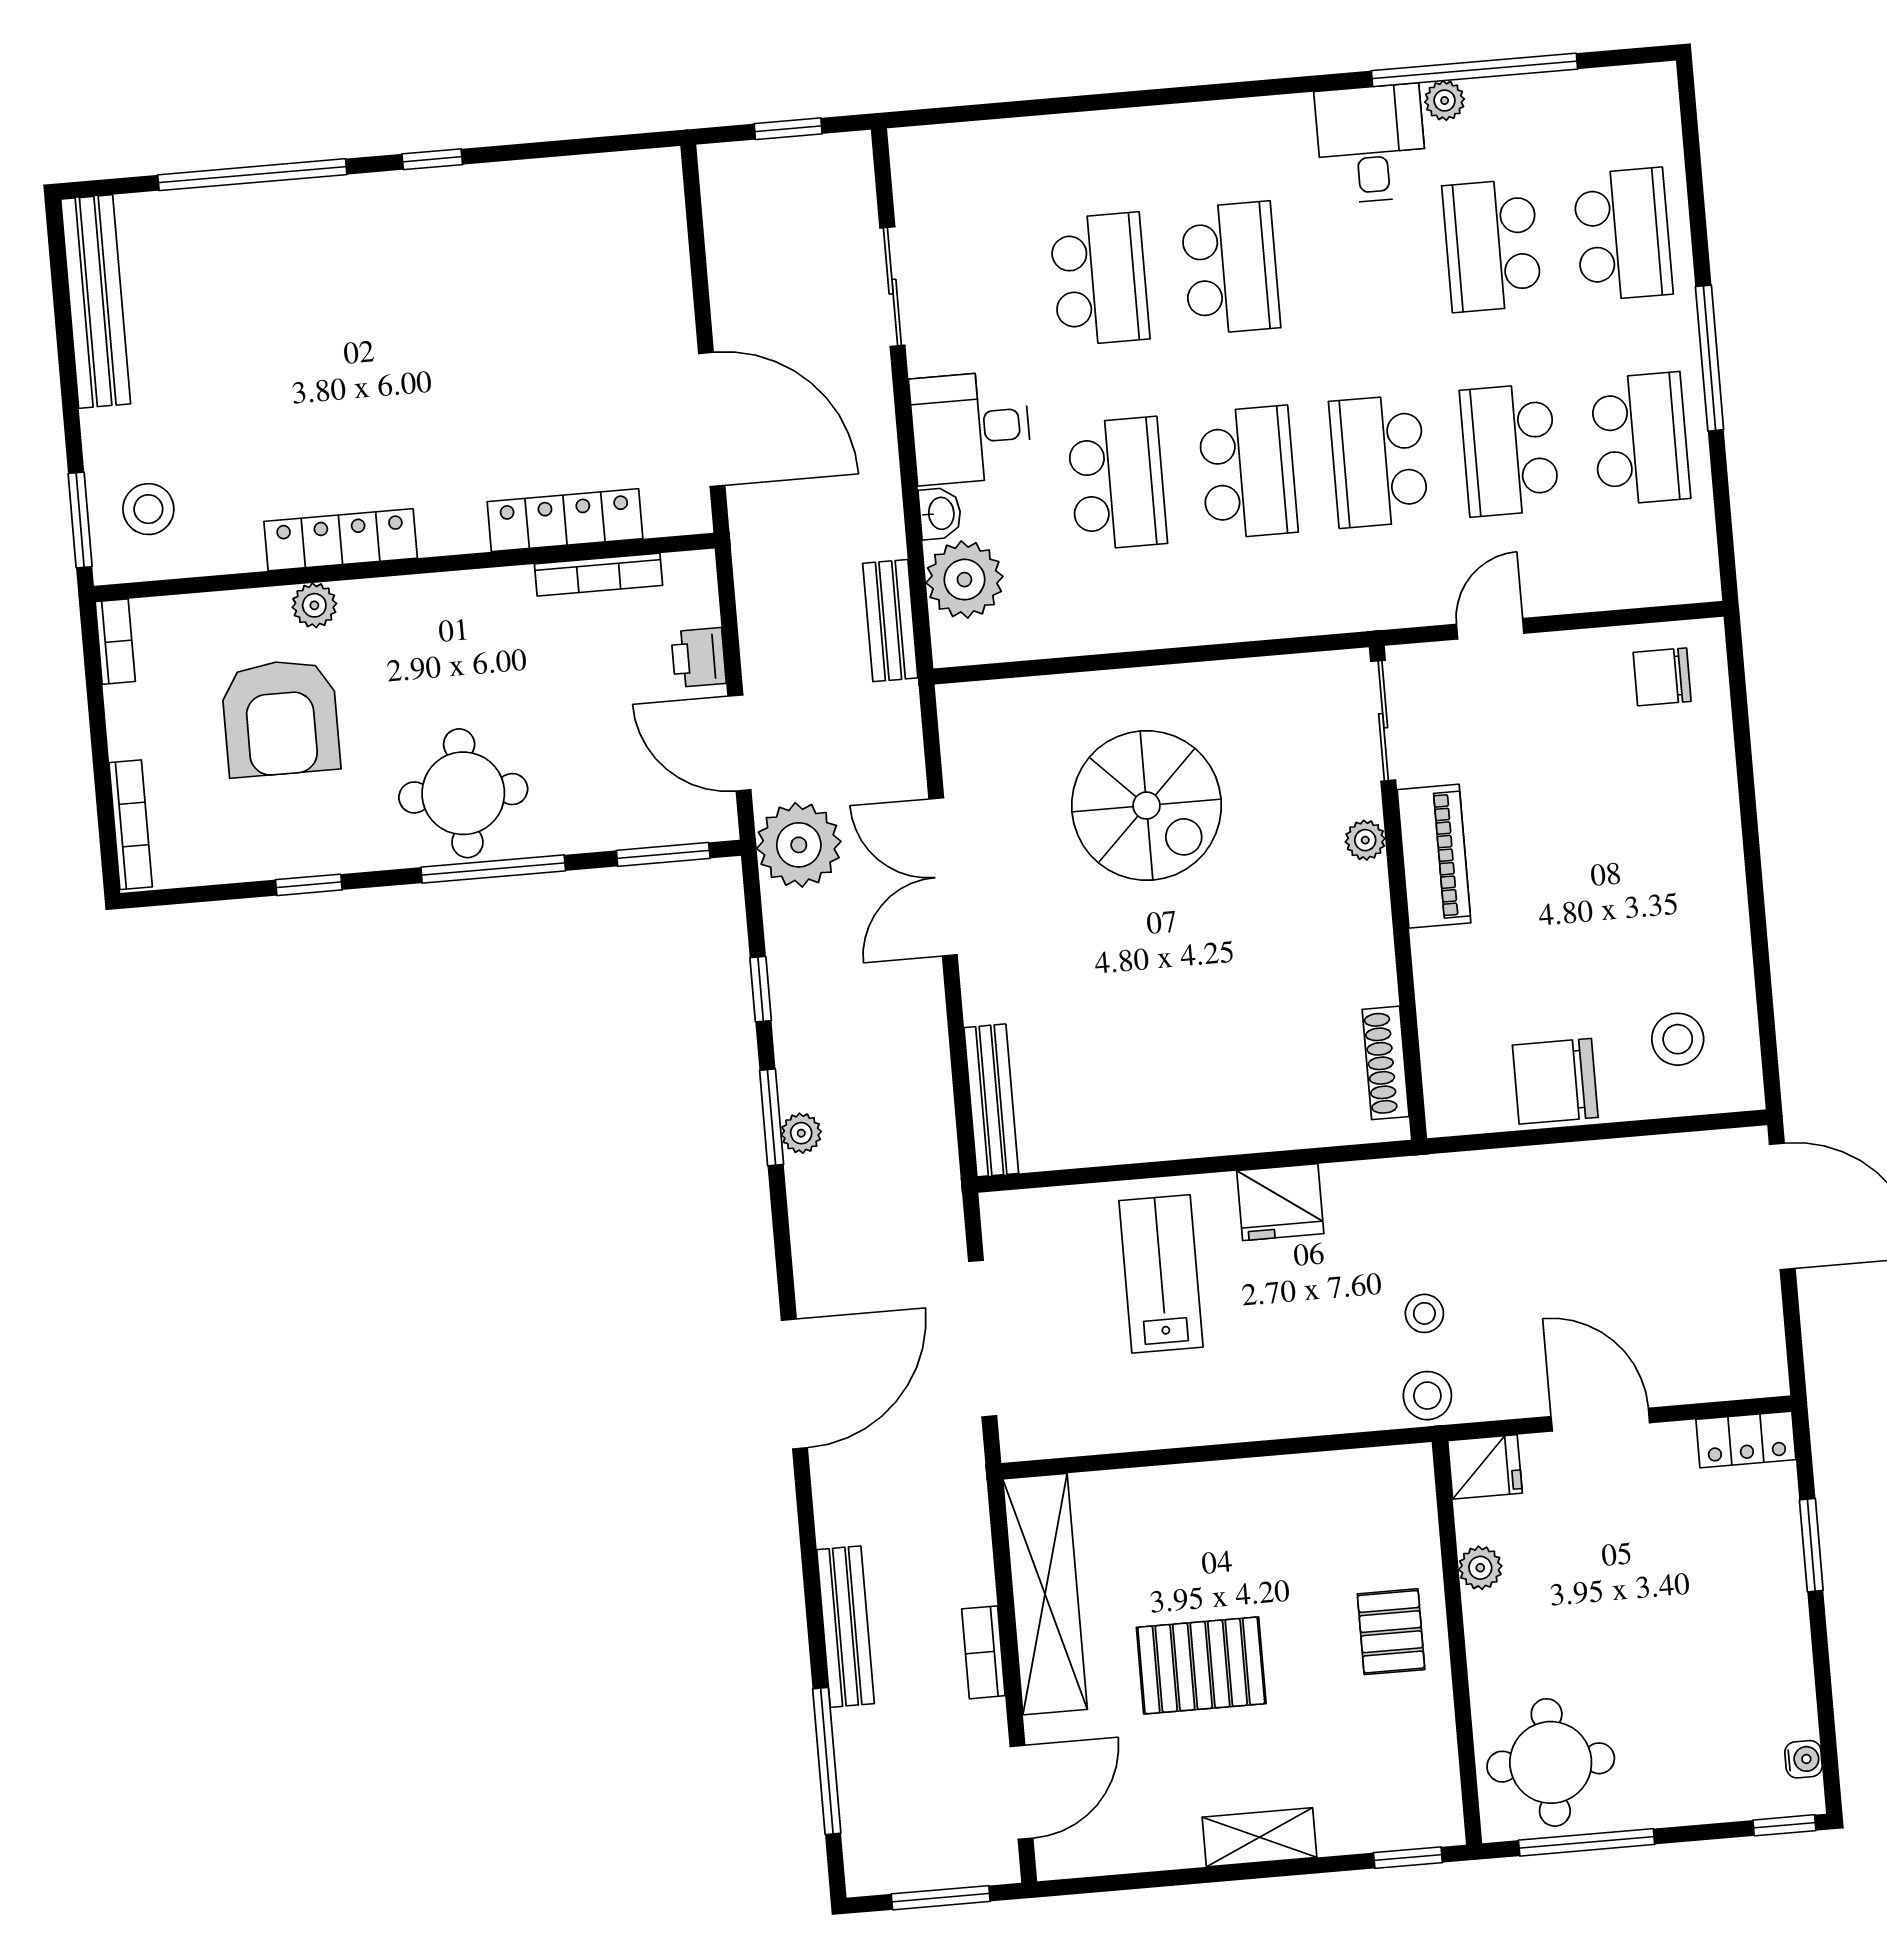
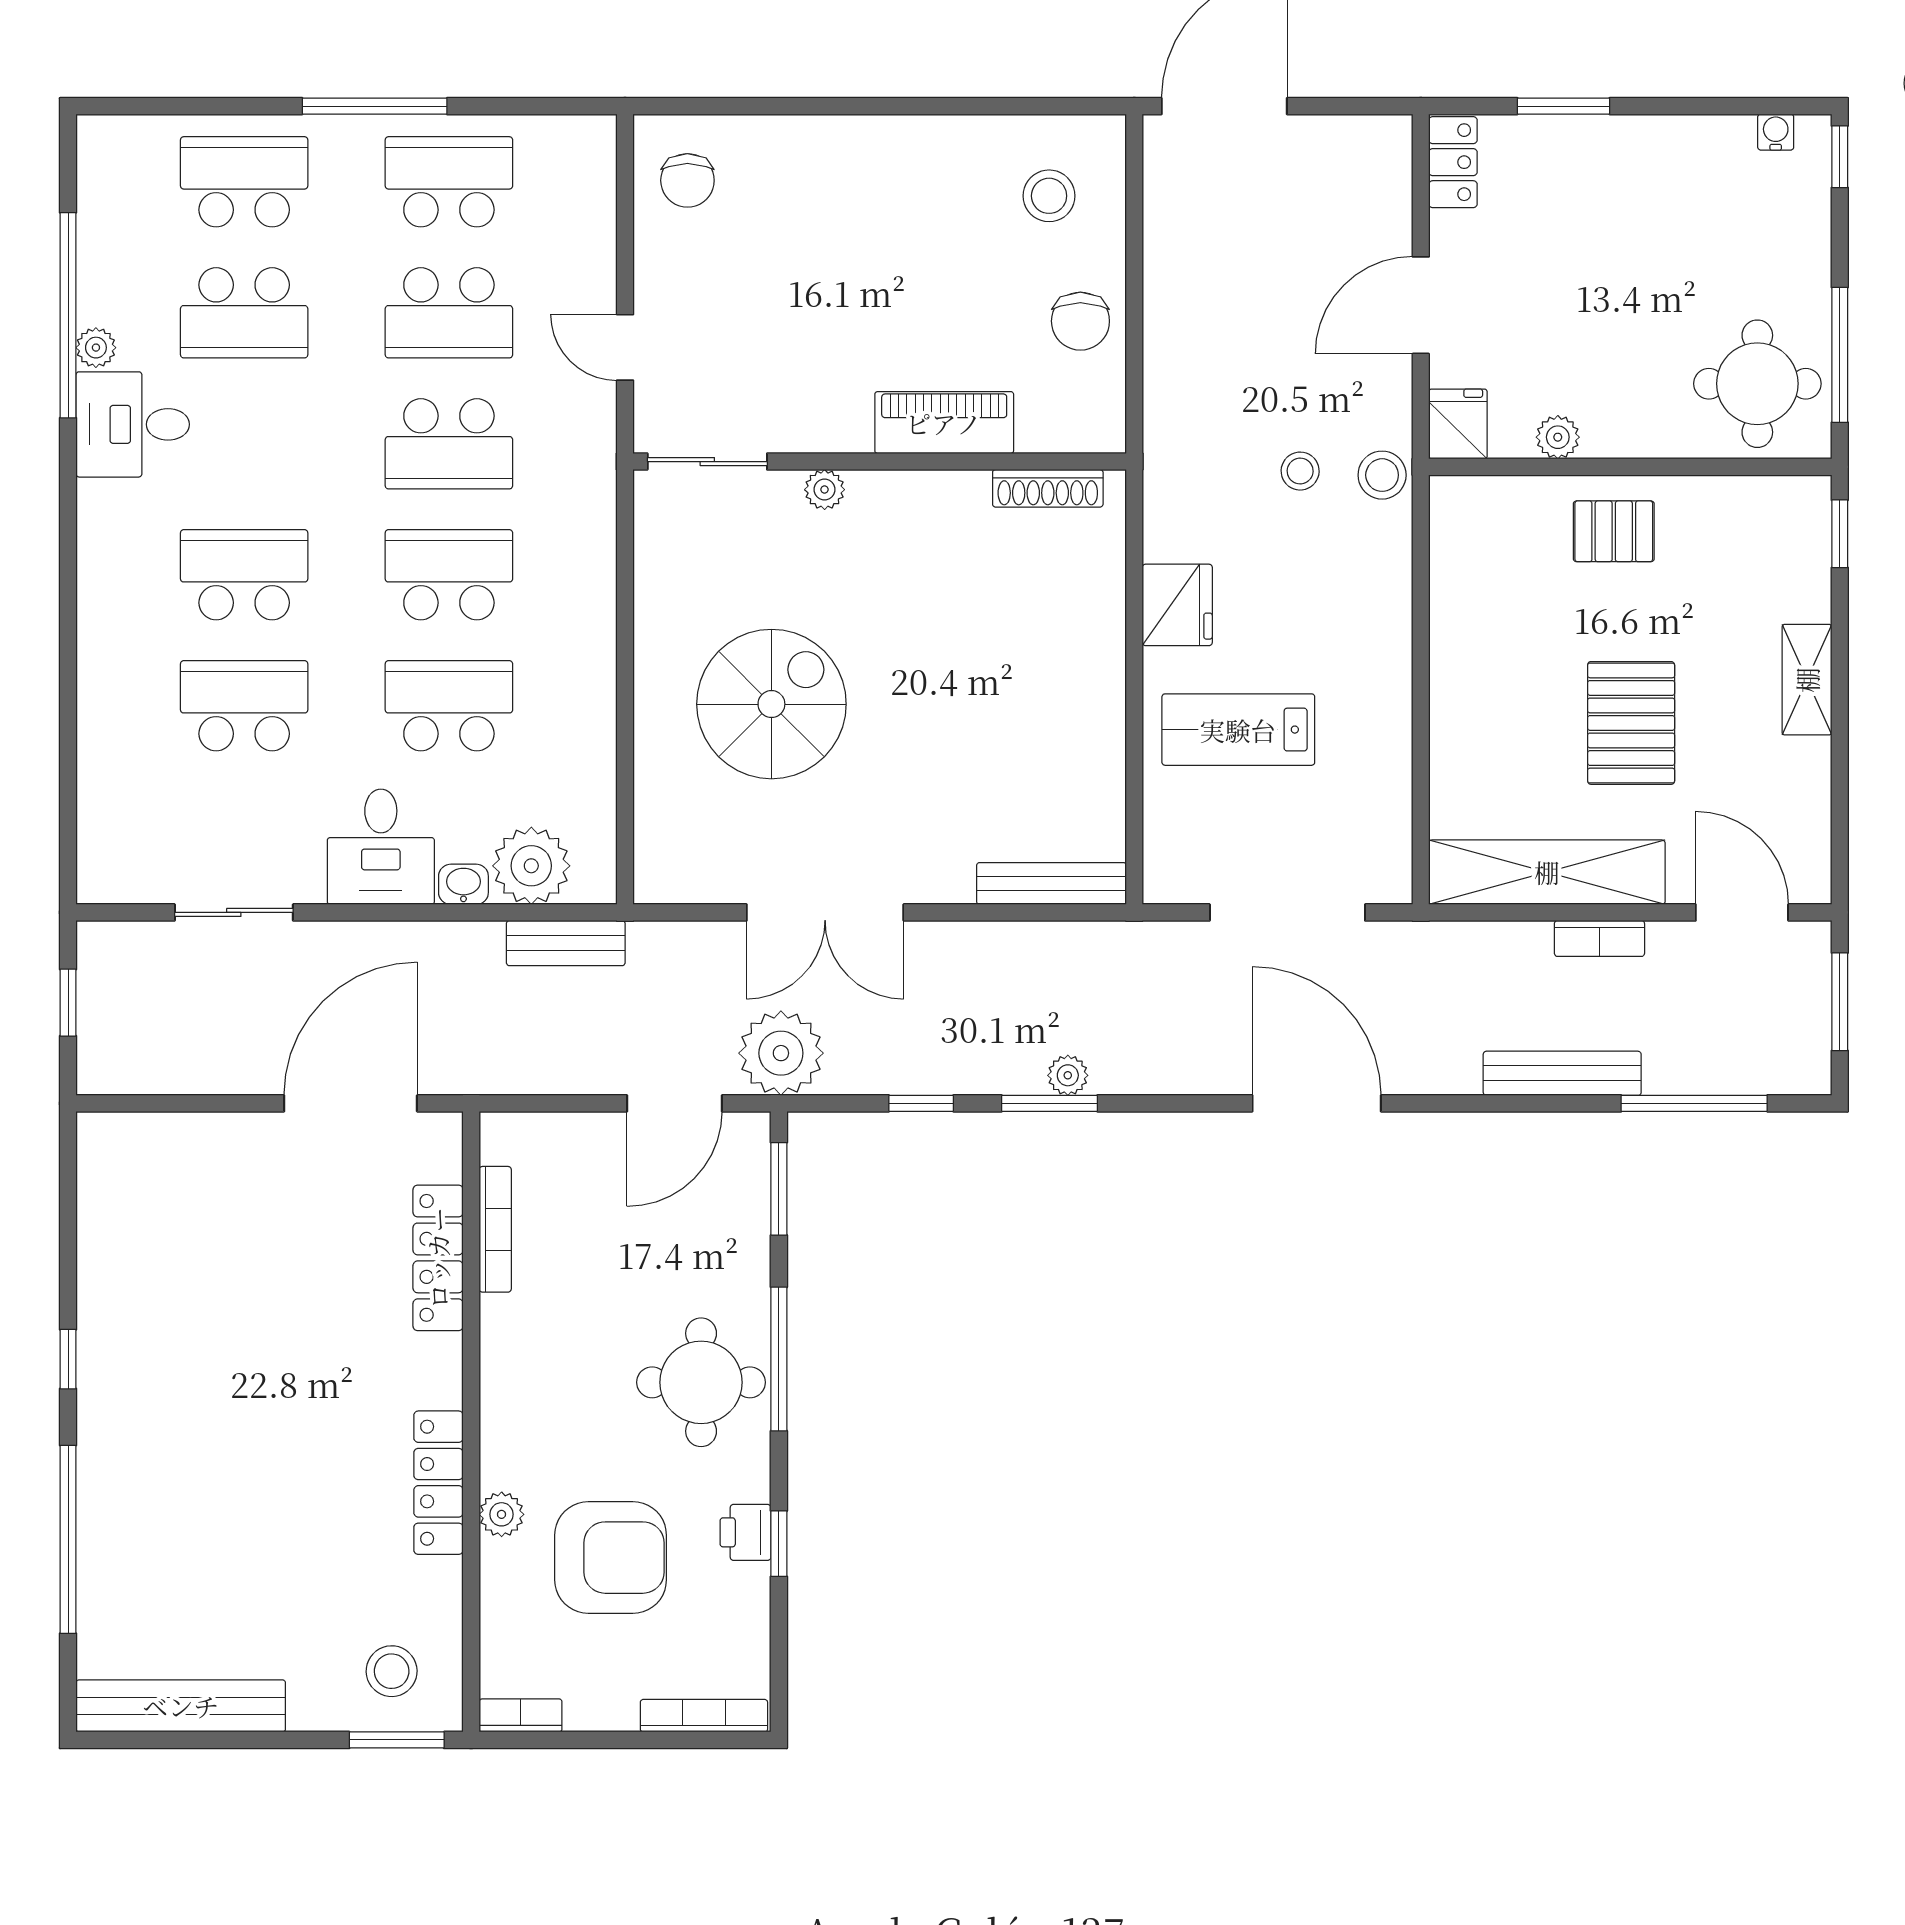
printer: (699, 658) -> (745, 1532), moved, turned 90
piano: (1434, 856) -> (944, 423), moved
chair: (1555, 1081) -> (1080, 321), width x0.73, depth x0.73

